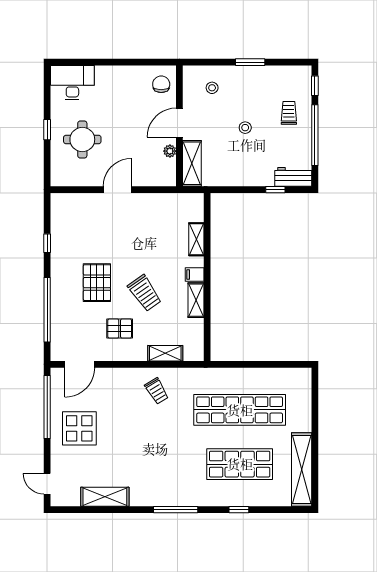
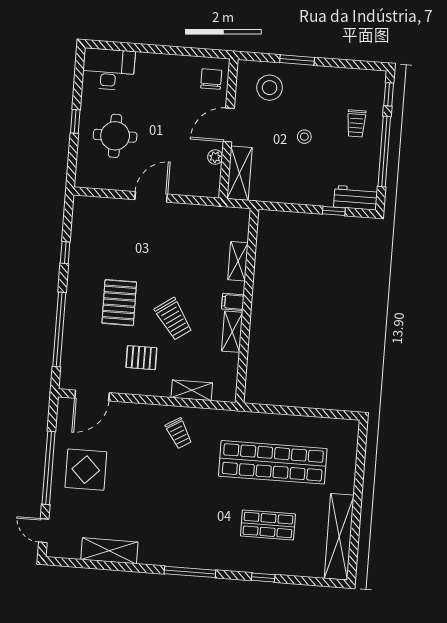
window: (250, 62) -> (297, 60), moved
stool: (212, 88) -> (270, 88), width x1.89, depth x1.89
trolley: (289, 113) -> (356, 123), turned 180
window: (47, 407) -> (49, 468), moved
shop shelf: (240, 464) -> (268, 525), width x0.70, depth x0.74

